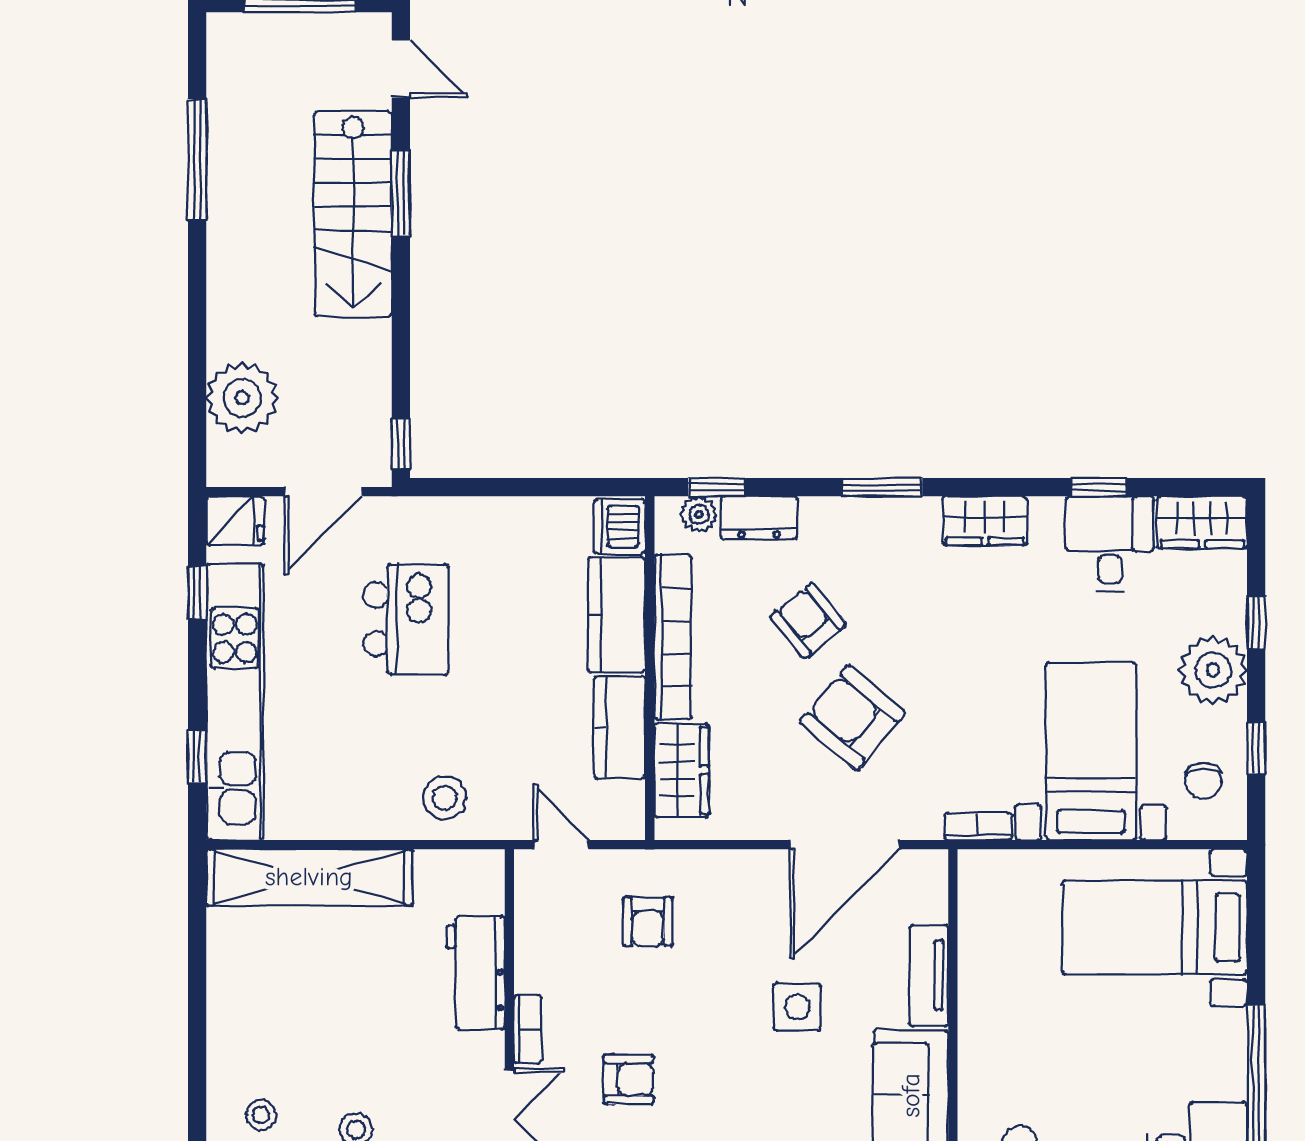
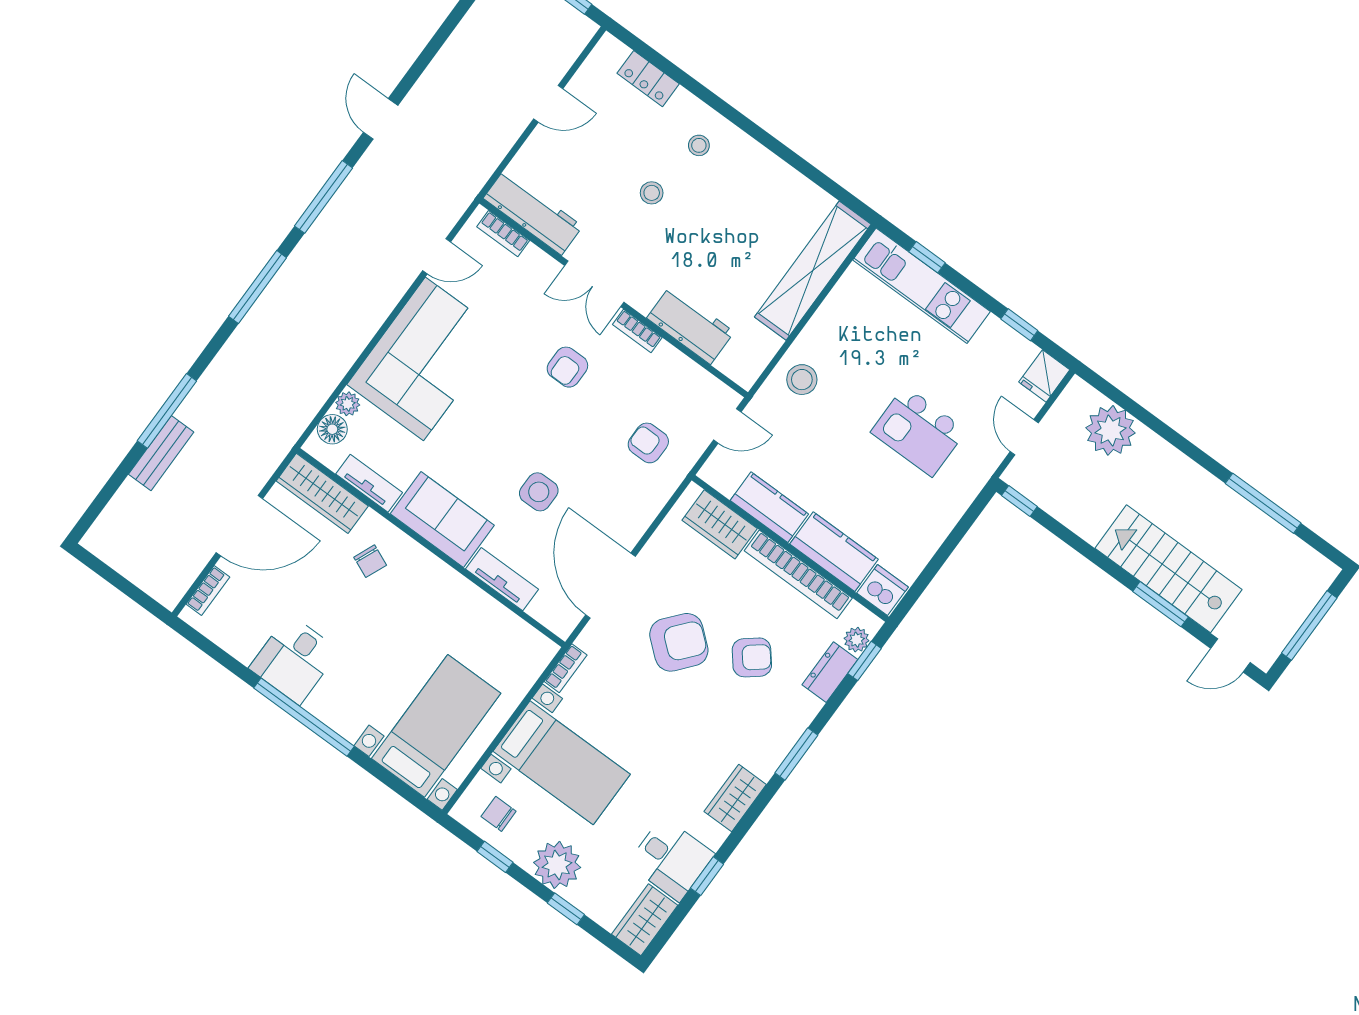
door: (323, 492) -> (1024, 437), width x0.73
kitchen unit: (235, 702) -> (922, 286), width x0.73

